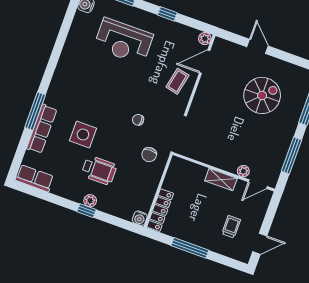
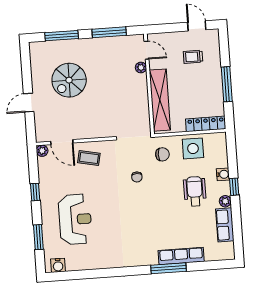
spiral stairs: (262, 95) -> (69, 80), turned -90
side table: (83, 134) -> (193, 148), moved
row of seats: (35, 178) -> (225, 225), moved
shelving: (221, 180) -> (160, 100), width x2.20, depth x1.33
plant: (90, 201) -> (225, 201), moved
water cooler: (140, 218) -> (223, 174), moved

